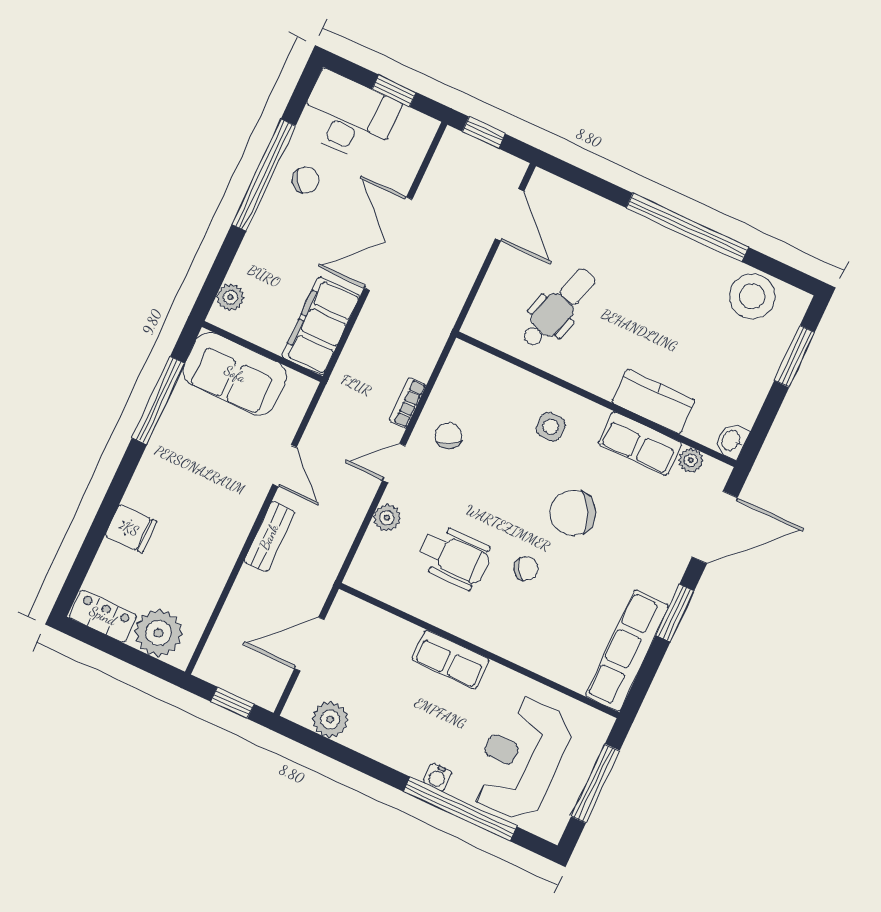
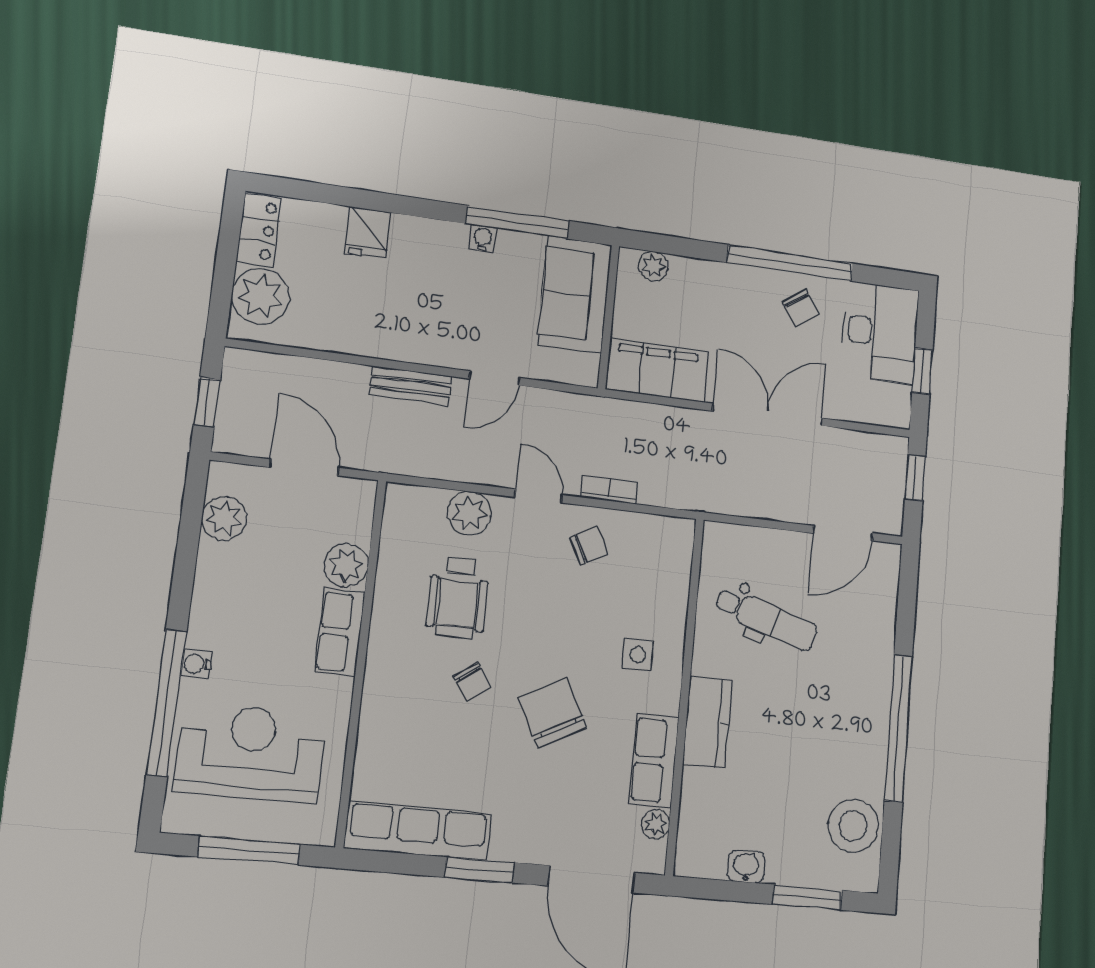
kitchen counter: (653, 401) -> (708, 722), moved
water cooler: (164, 435) -> (483, 238), added
washbasin: (732, 441) -> (746, 867), moved
plant: (387, 518) -> (469, 513), width x1.38, depth x1.38
plant: (399, 637) -> (346, 565), added

